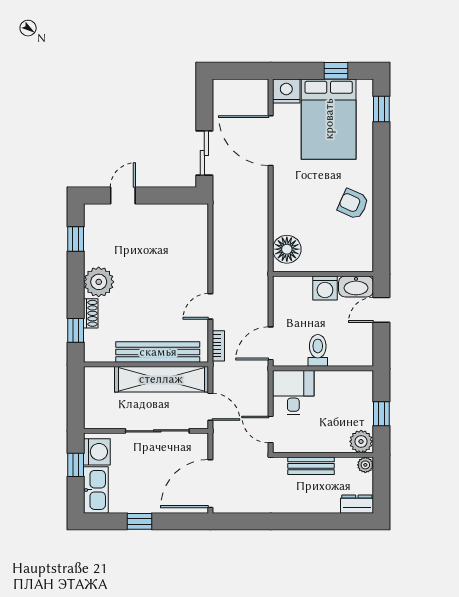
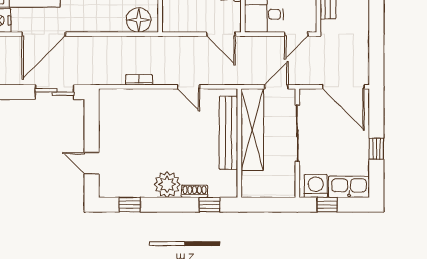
bookcase: (218, 346) -> (139, 80), moved

